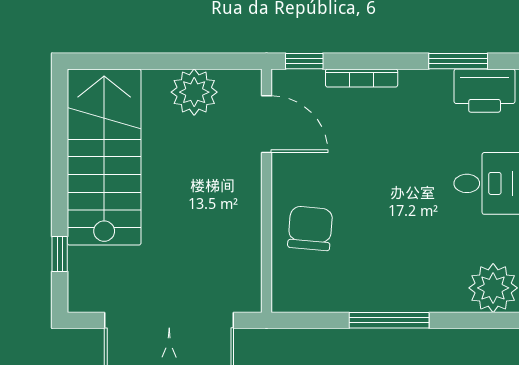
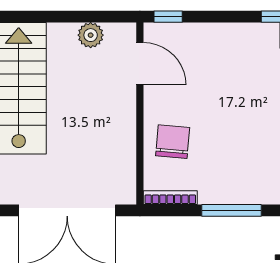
bookcase: (362, 78) -> (170, 198), moved, turned 180
plant: (194, 92) -> (91, 35), width x0.73, depth x0.73

